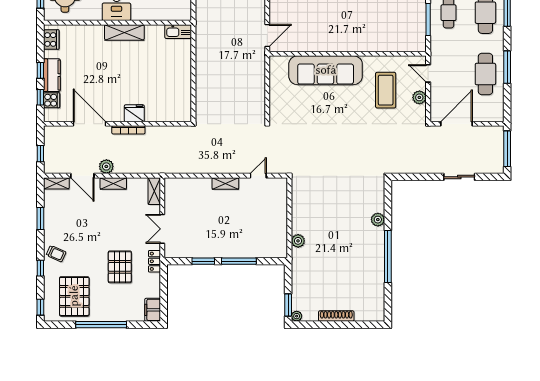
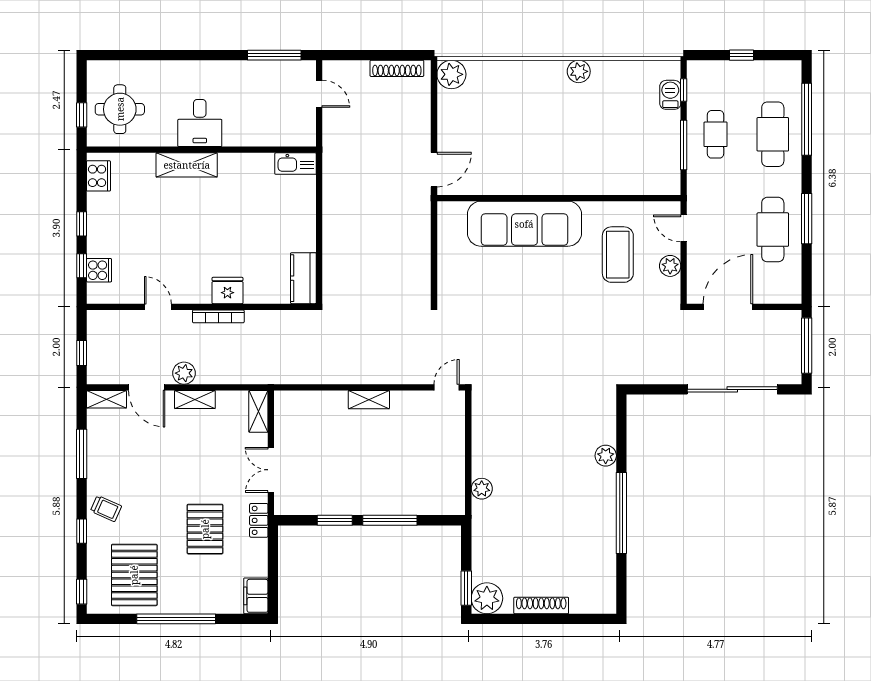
shelving: (124, 32) -> (187, 165), moved
kitchen counter: (52, 75) -> (303, 278), moved, turned 180
door: (89, 124) -> (158, 307), width x0.53
door: (258, 176) -> (447, 387), moved
sliding door: (459, 177) -> (732, 389), width x1.86
window: (40, 219) -> (82, 454), width x1.44
plant: (297, 316) -> (487, 598), width x1.88, depth x1.88

